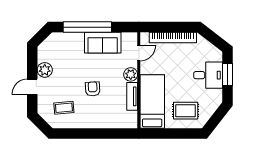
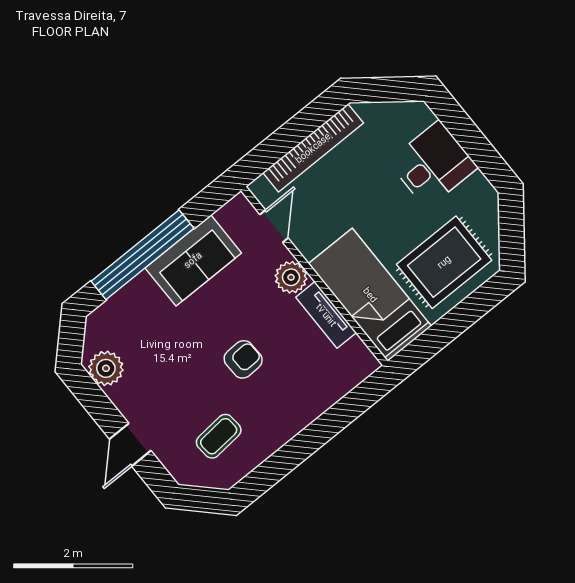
plant: (45, 70) -> (106, 368), moved
window: (228, 75) -> (467, 135), removed
armchair: (93, 89) -> (243, 359), turned 91
rug: (186, 111) -> (444, 262), width x1.36, depth x1.43

